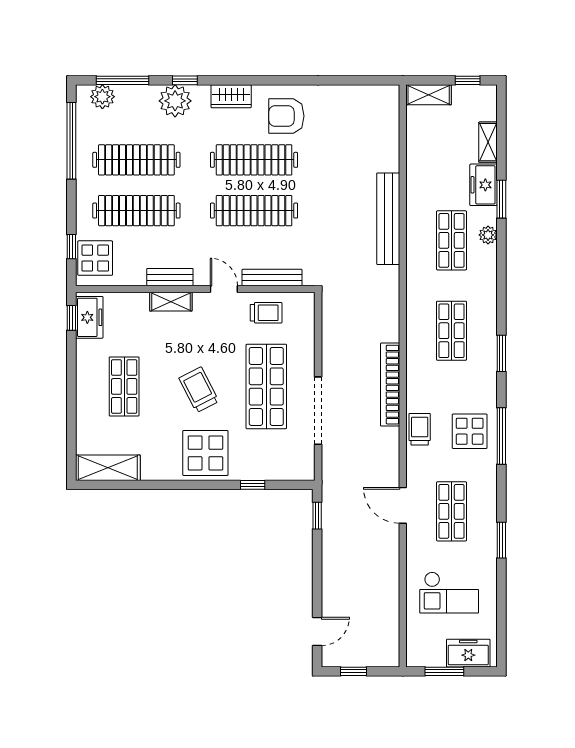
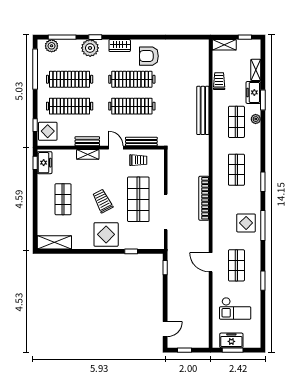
trolley: (420, 429) -> (219, 81), moved
freezer: (468, 653) -> (231, 340), moved

